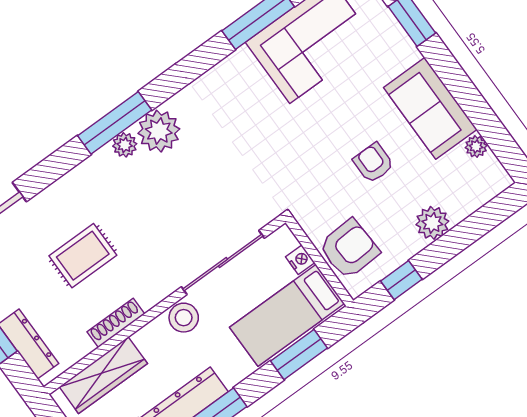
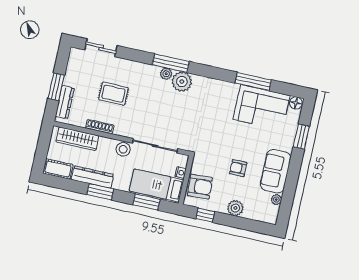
armchair: (373, 163) -> (238, 168), turned -90

